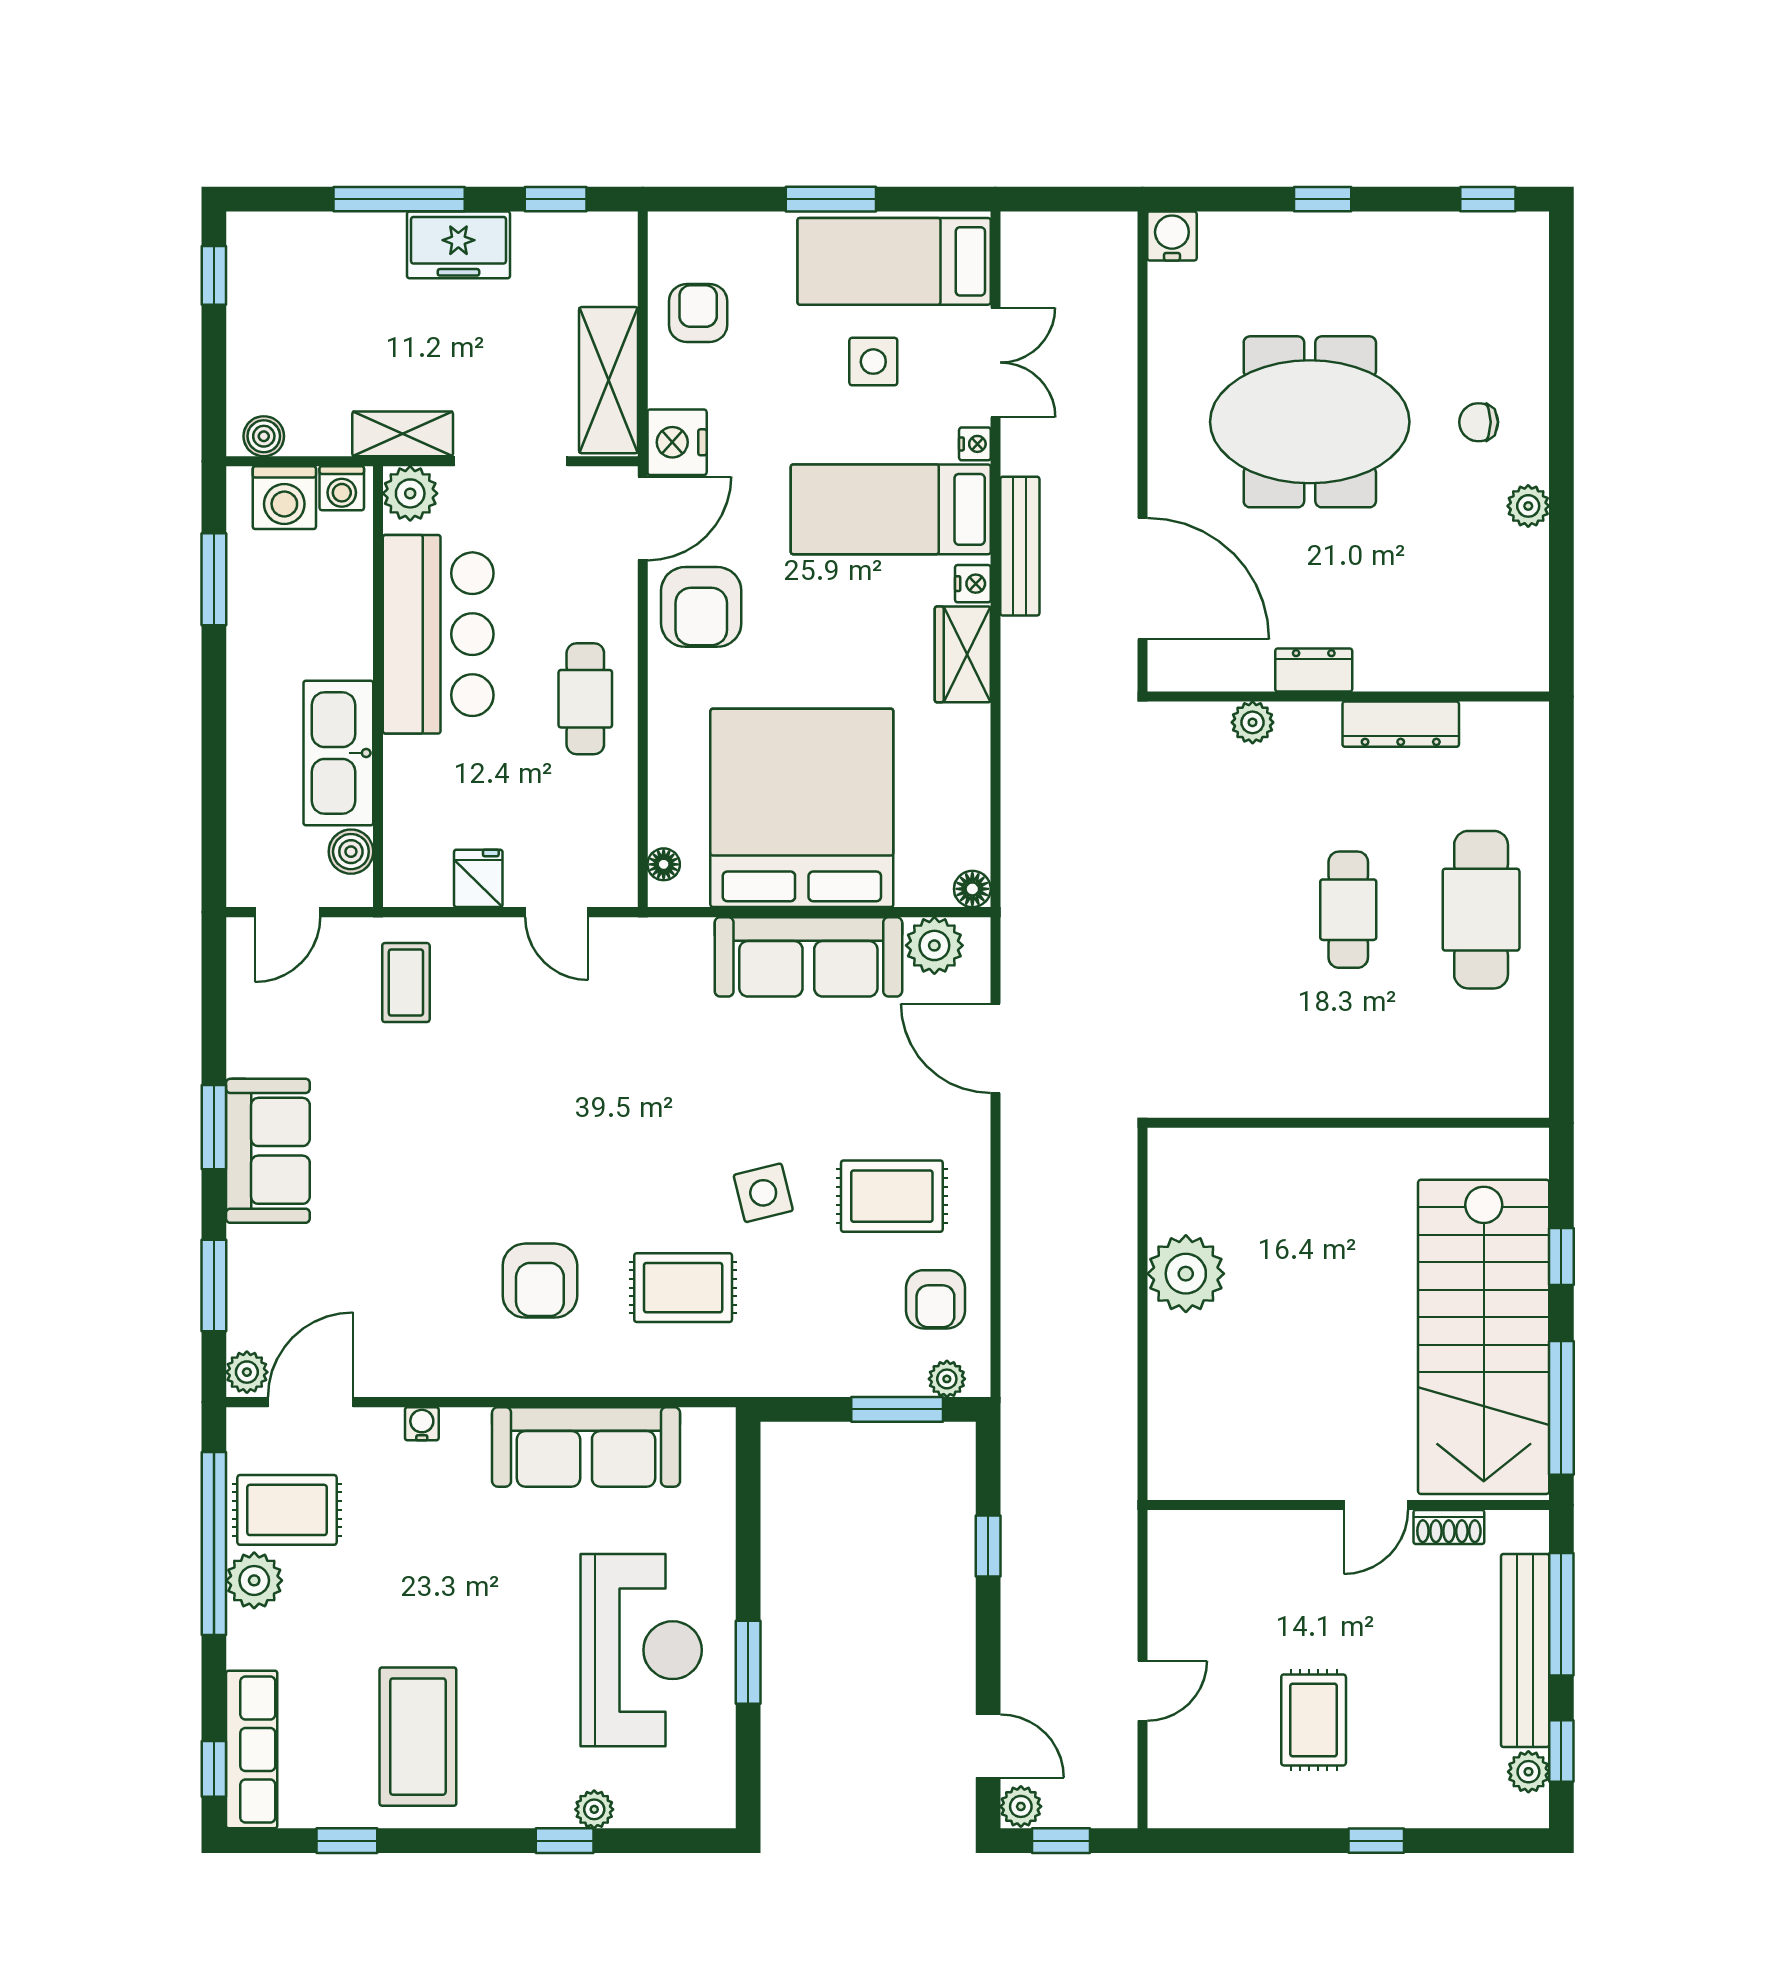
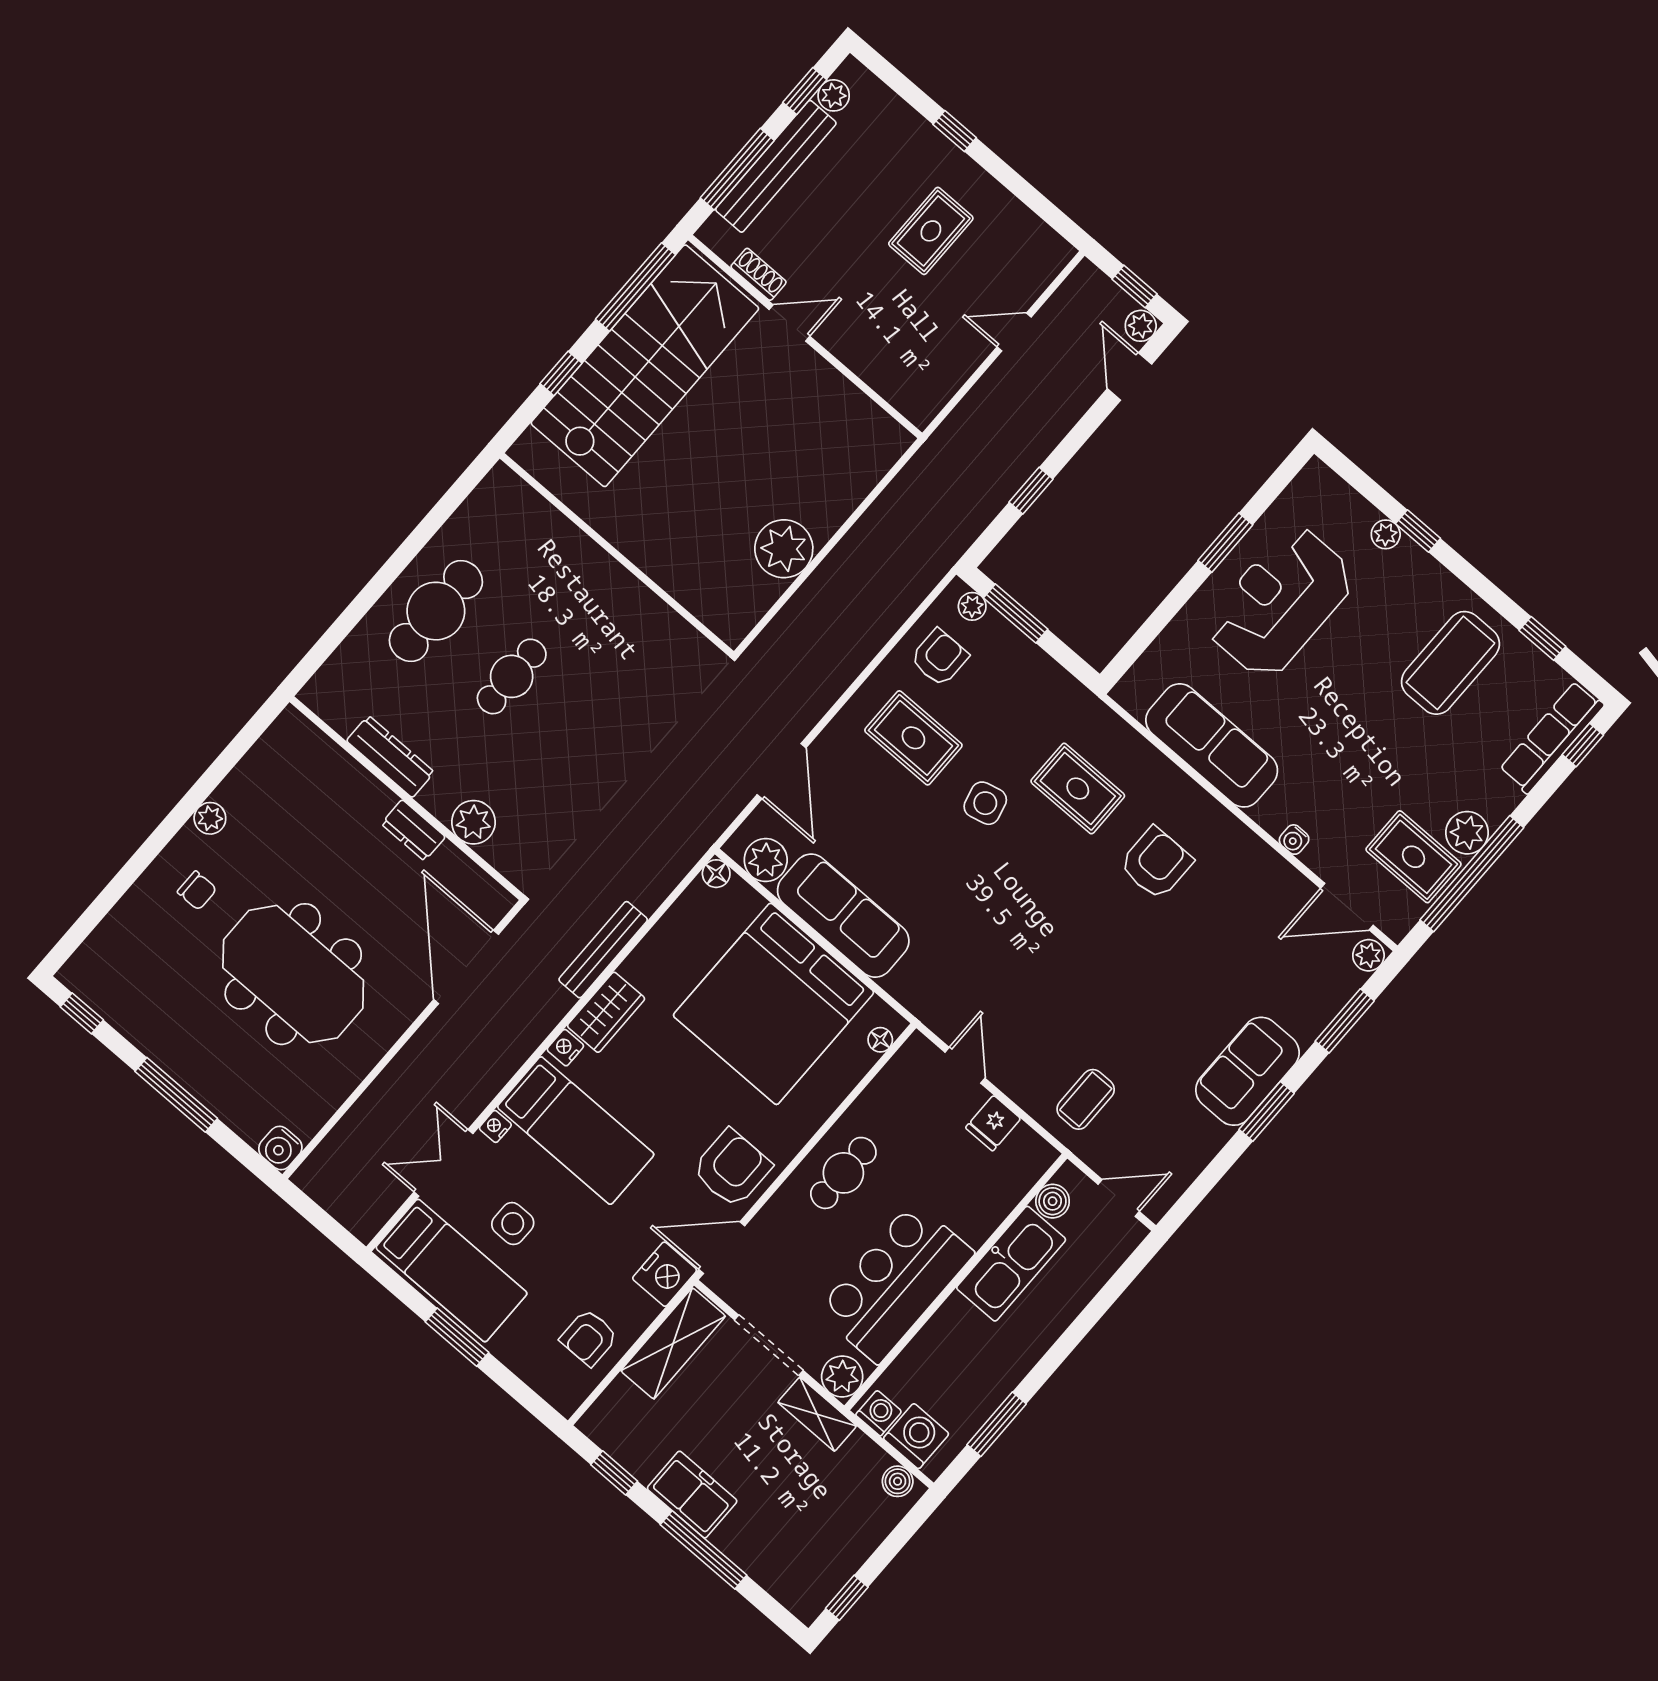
window: (1323, 199) -> (176, 1095), width x2.17
bench: (1020, 546) -> (603, 950), moved
plant: (1253, 722) -> (473, 822), width x1.38, depth x1.38

